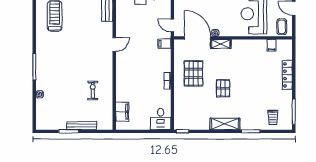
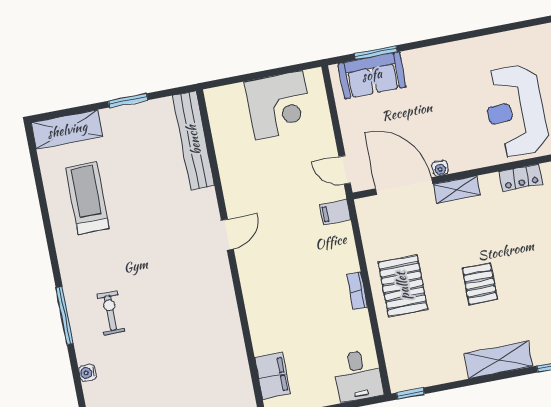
locker: (251, 44) -> (521, 178), added
pallet: (194, 73) -> (403, 286), moved
exercise bike: (93, 90) -> (111, 313), moved

